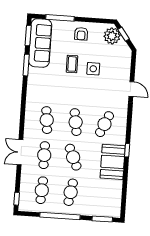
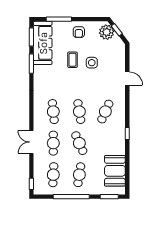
booth: (113, 162) -> (115, 171), moved

